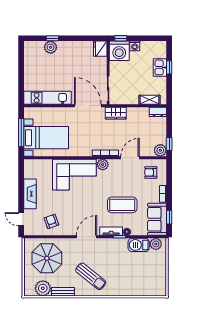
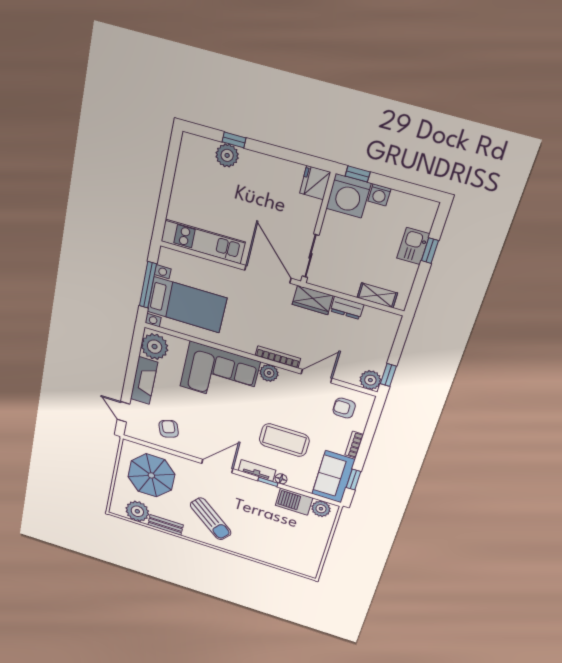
dresser: (158, 112) -> (347, 308), moved
plant: (32, 170) -> (155, 347), added

